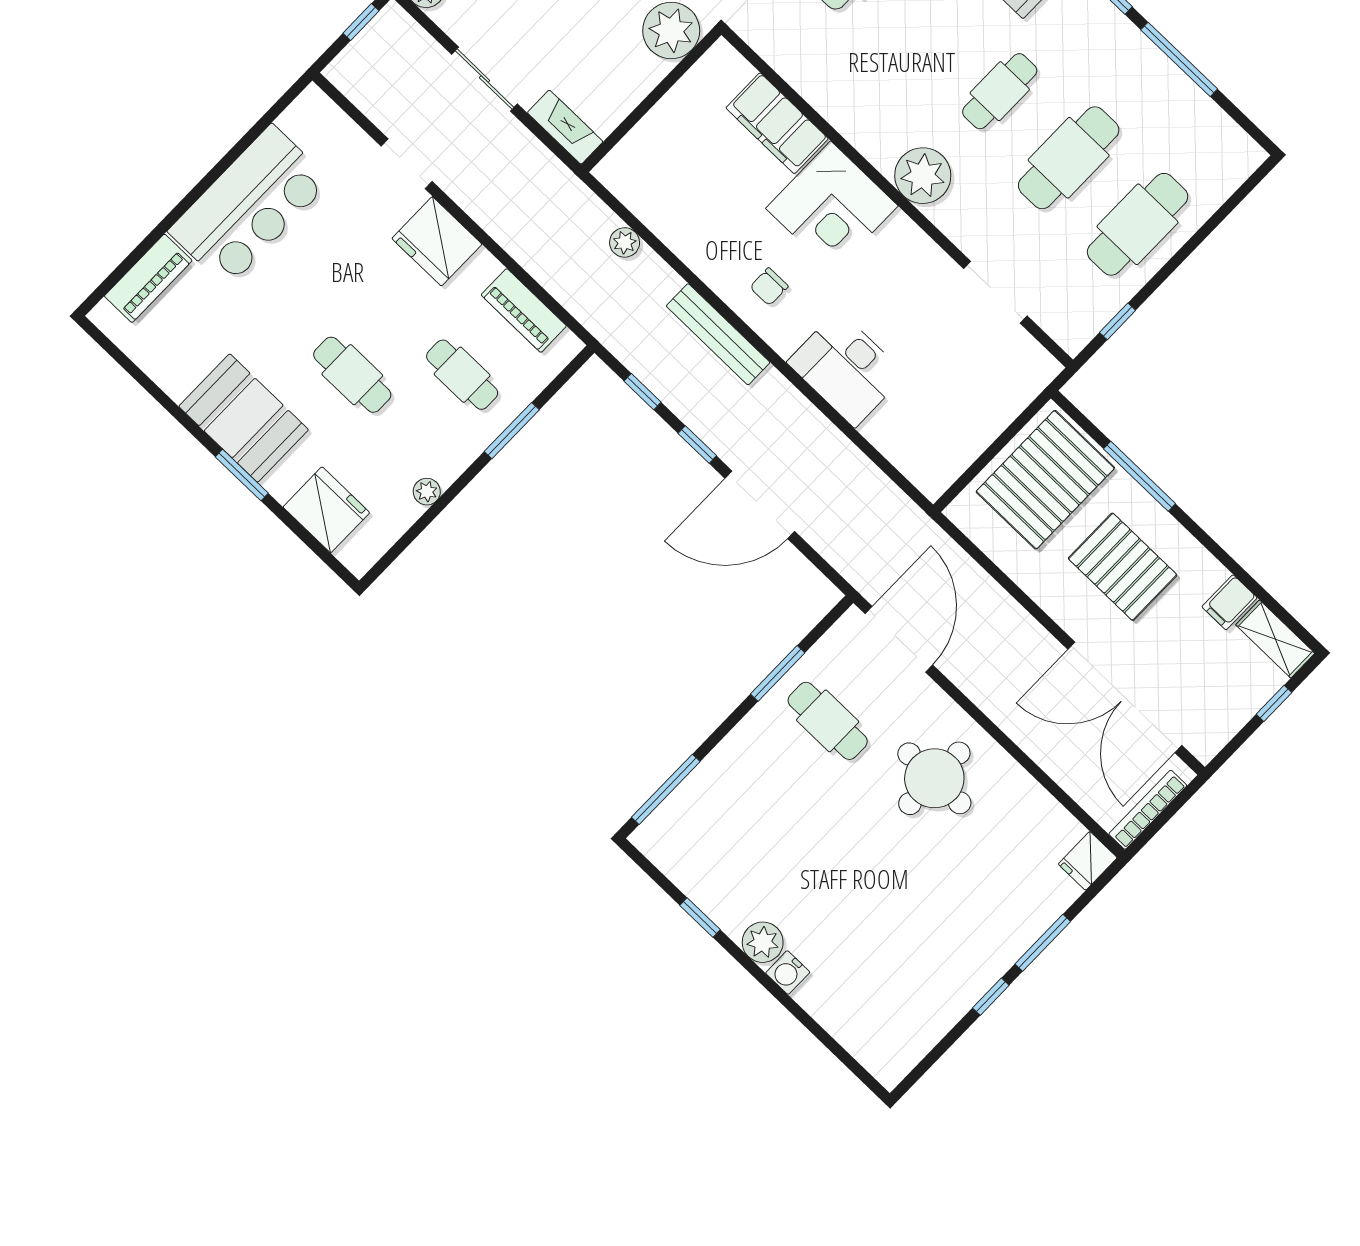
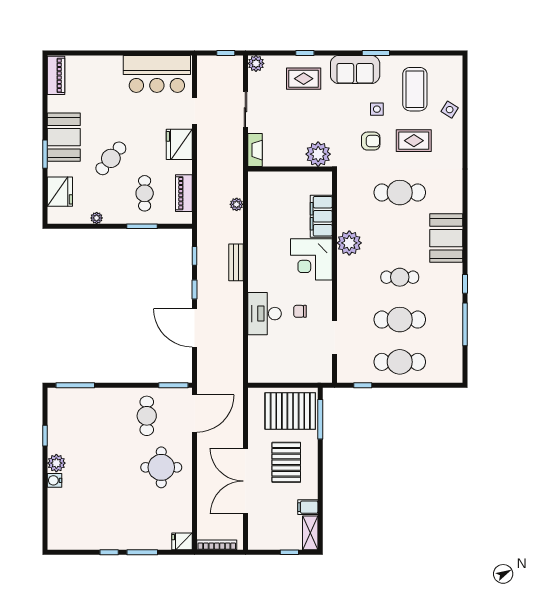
plant: (923, 176) -> (349, 243), moved
bar counter: (249, 206) -> (157, 74), moved
piano: (148, 278) -> (56, 75), moved, turned -90
chair: (769, 287) -> (300, 311), moved
bench: (718, 334) -> (236, 262), width x0.73
cafe table: (352, 375) -> (111, 158), turned 40
window: (1139, 476) -> (320, 419), moved
window: (778, 673) -> (173, 385), moved
double door: (1125, 697) -> (245, 481), moved

